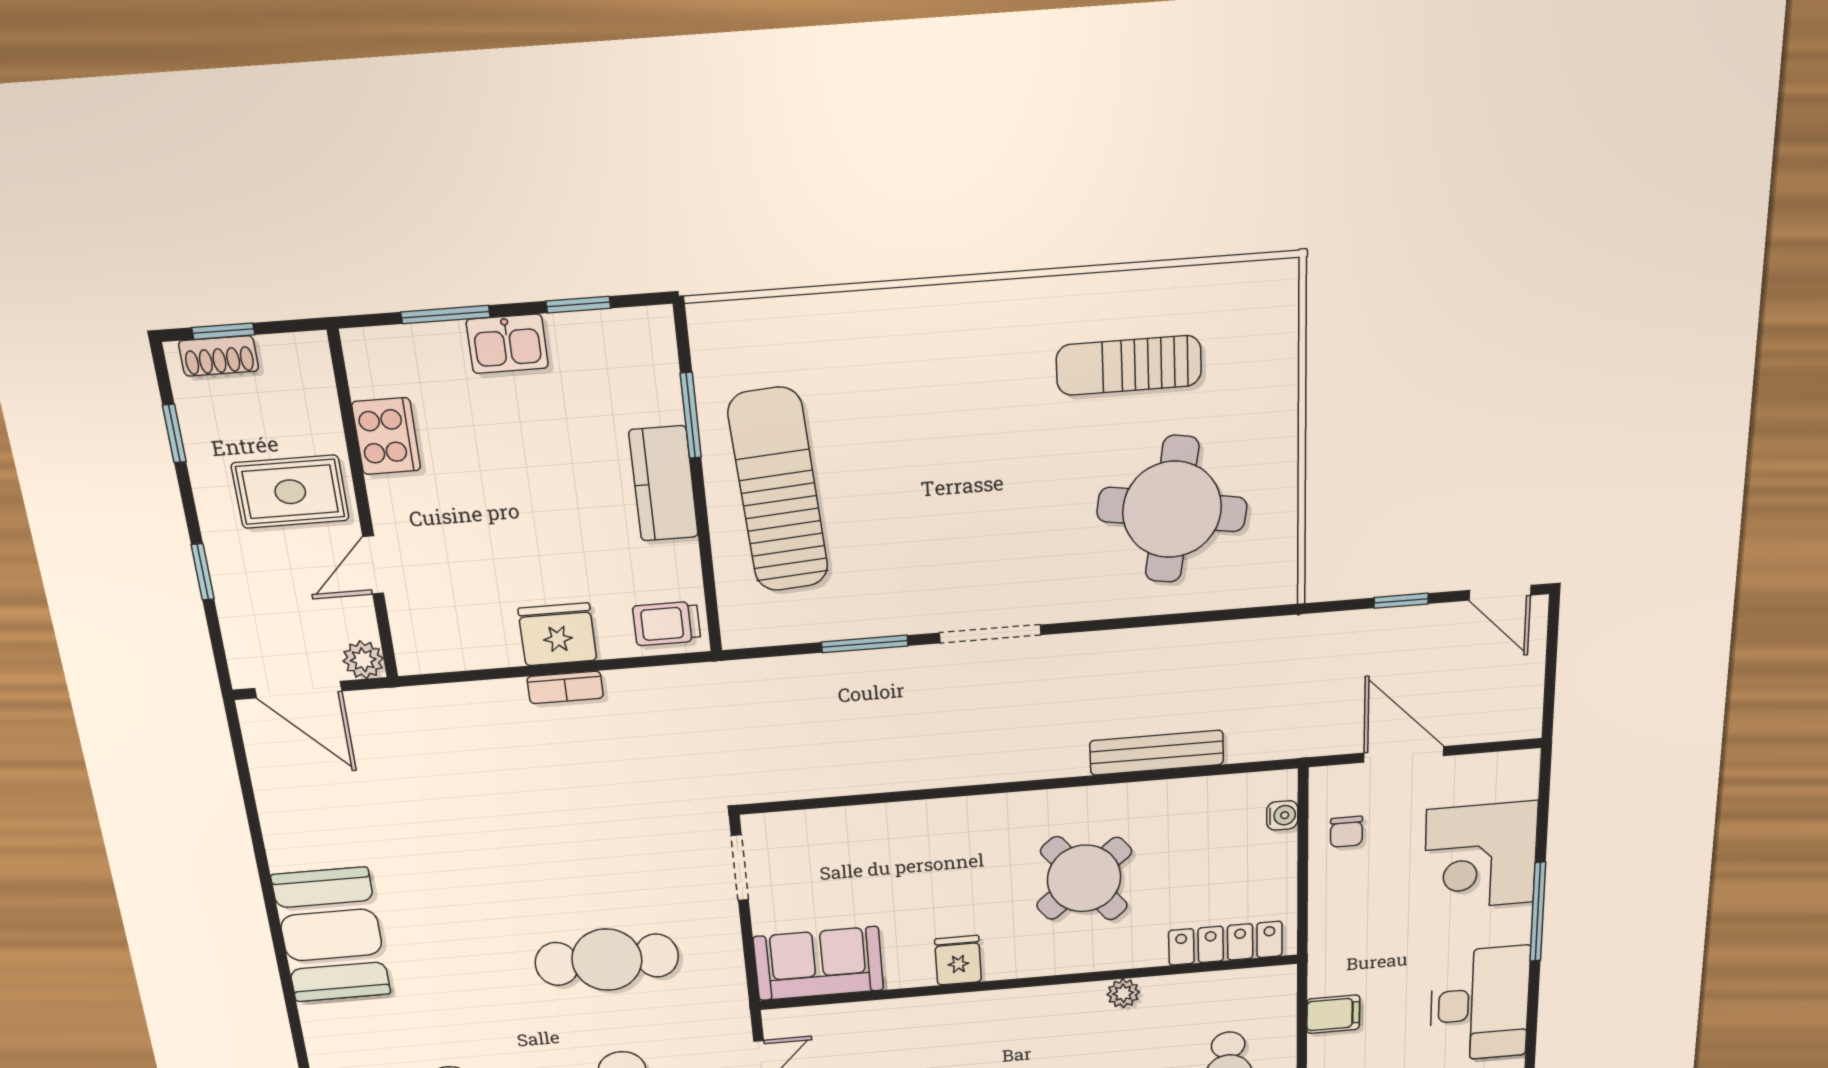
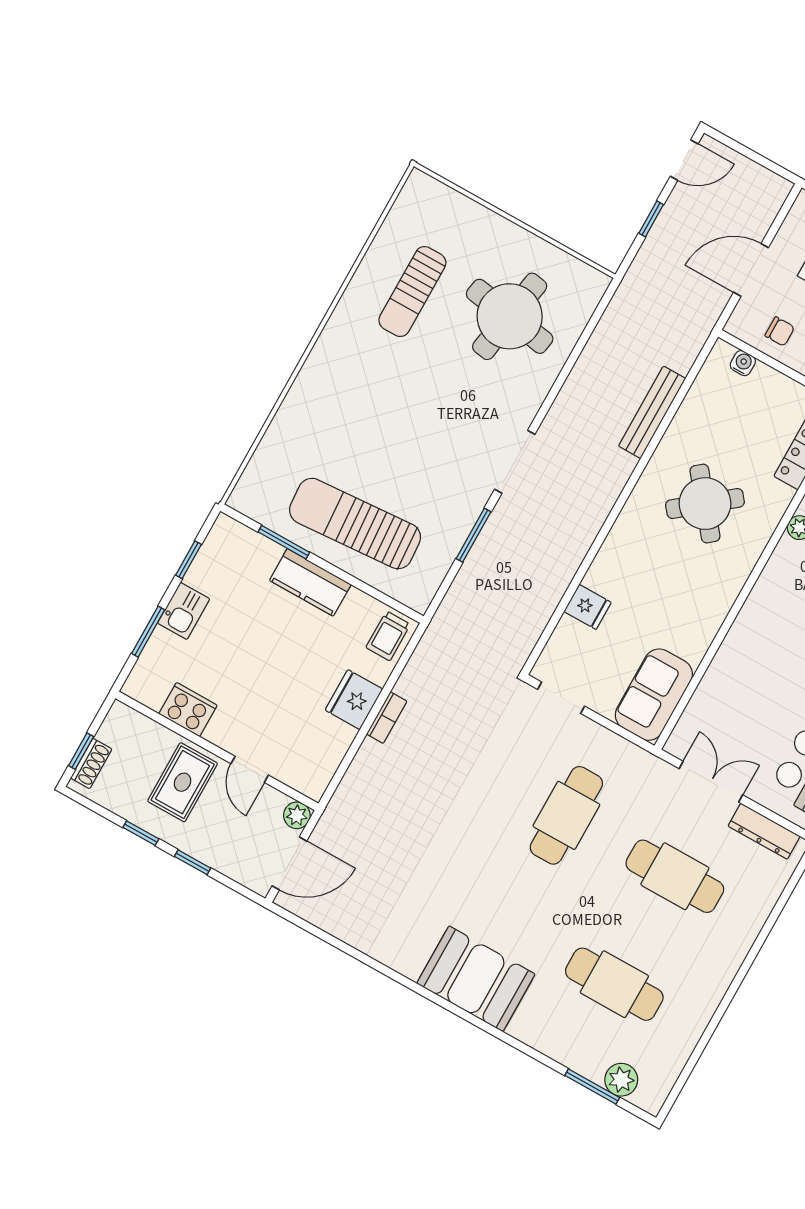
window: (174, 433) -> (141, 833), moved
booth: (331, 935) -> (476, 979), moved
fridge: (958, 960) -> (588, 607), moved, turned 180

